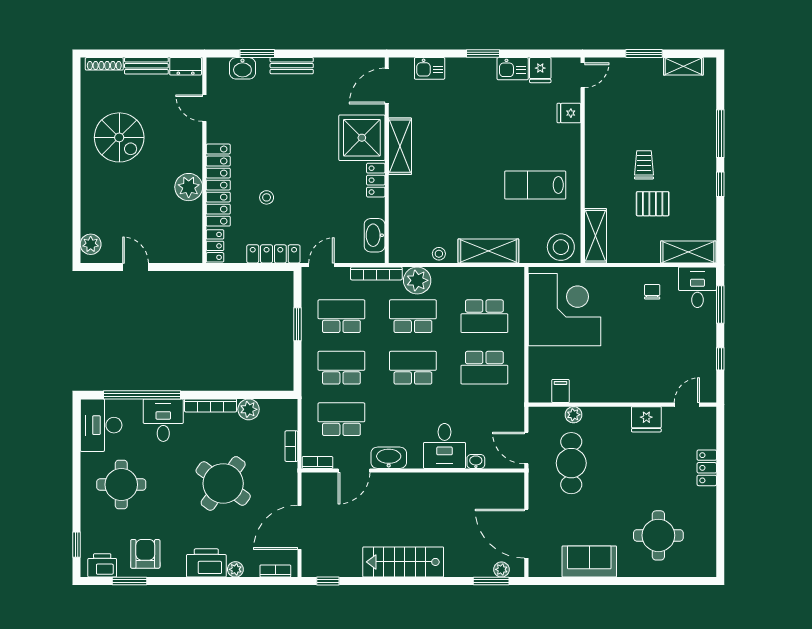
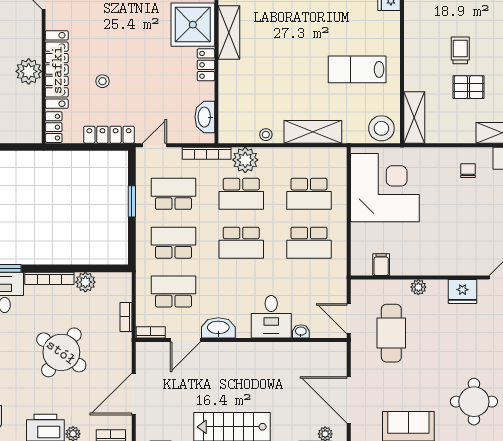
school desk: (413, 316) -> (241, 194), turned 180
school desk: (413, 368) -> (241, 243), turned 180
plant: (573, 415) -> (418, 287), moved

